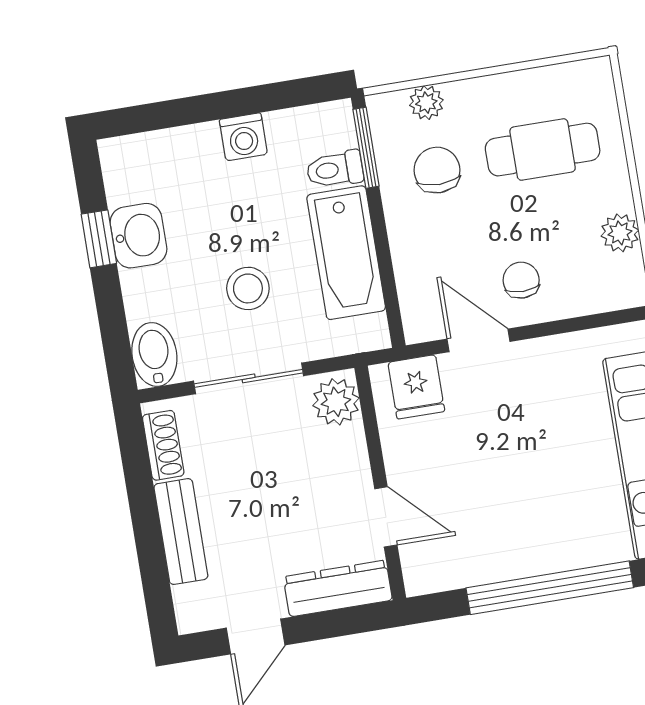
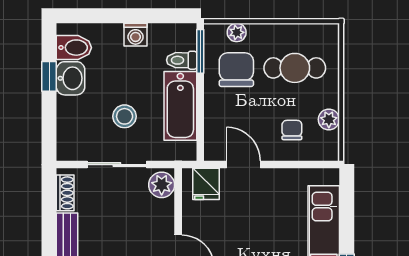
chair: (437, 170) -> (236, 70), width x1.37, depth x1.37
chair: (521, 280) -> (292, 130), moved
bidet: (154, 355) -> (74, 48), moved, turned 90

